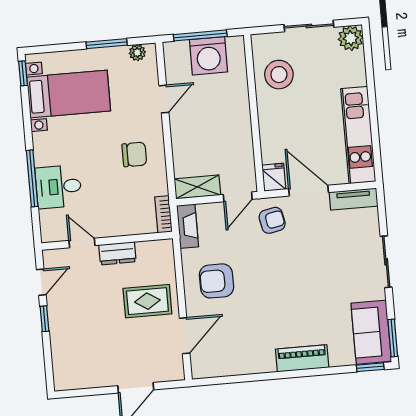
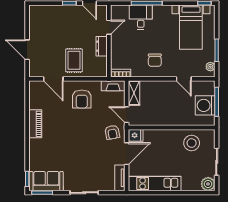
armchair: (217, 281) -> (82, 99), turned 180
piano: (302, 358) -> (35, 124), moved

